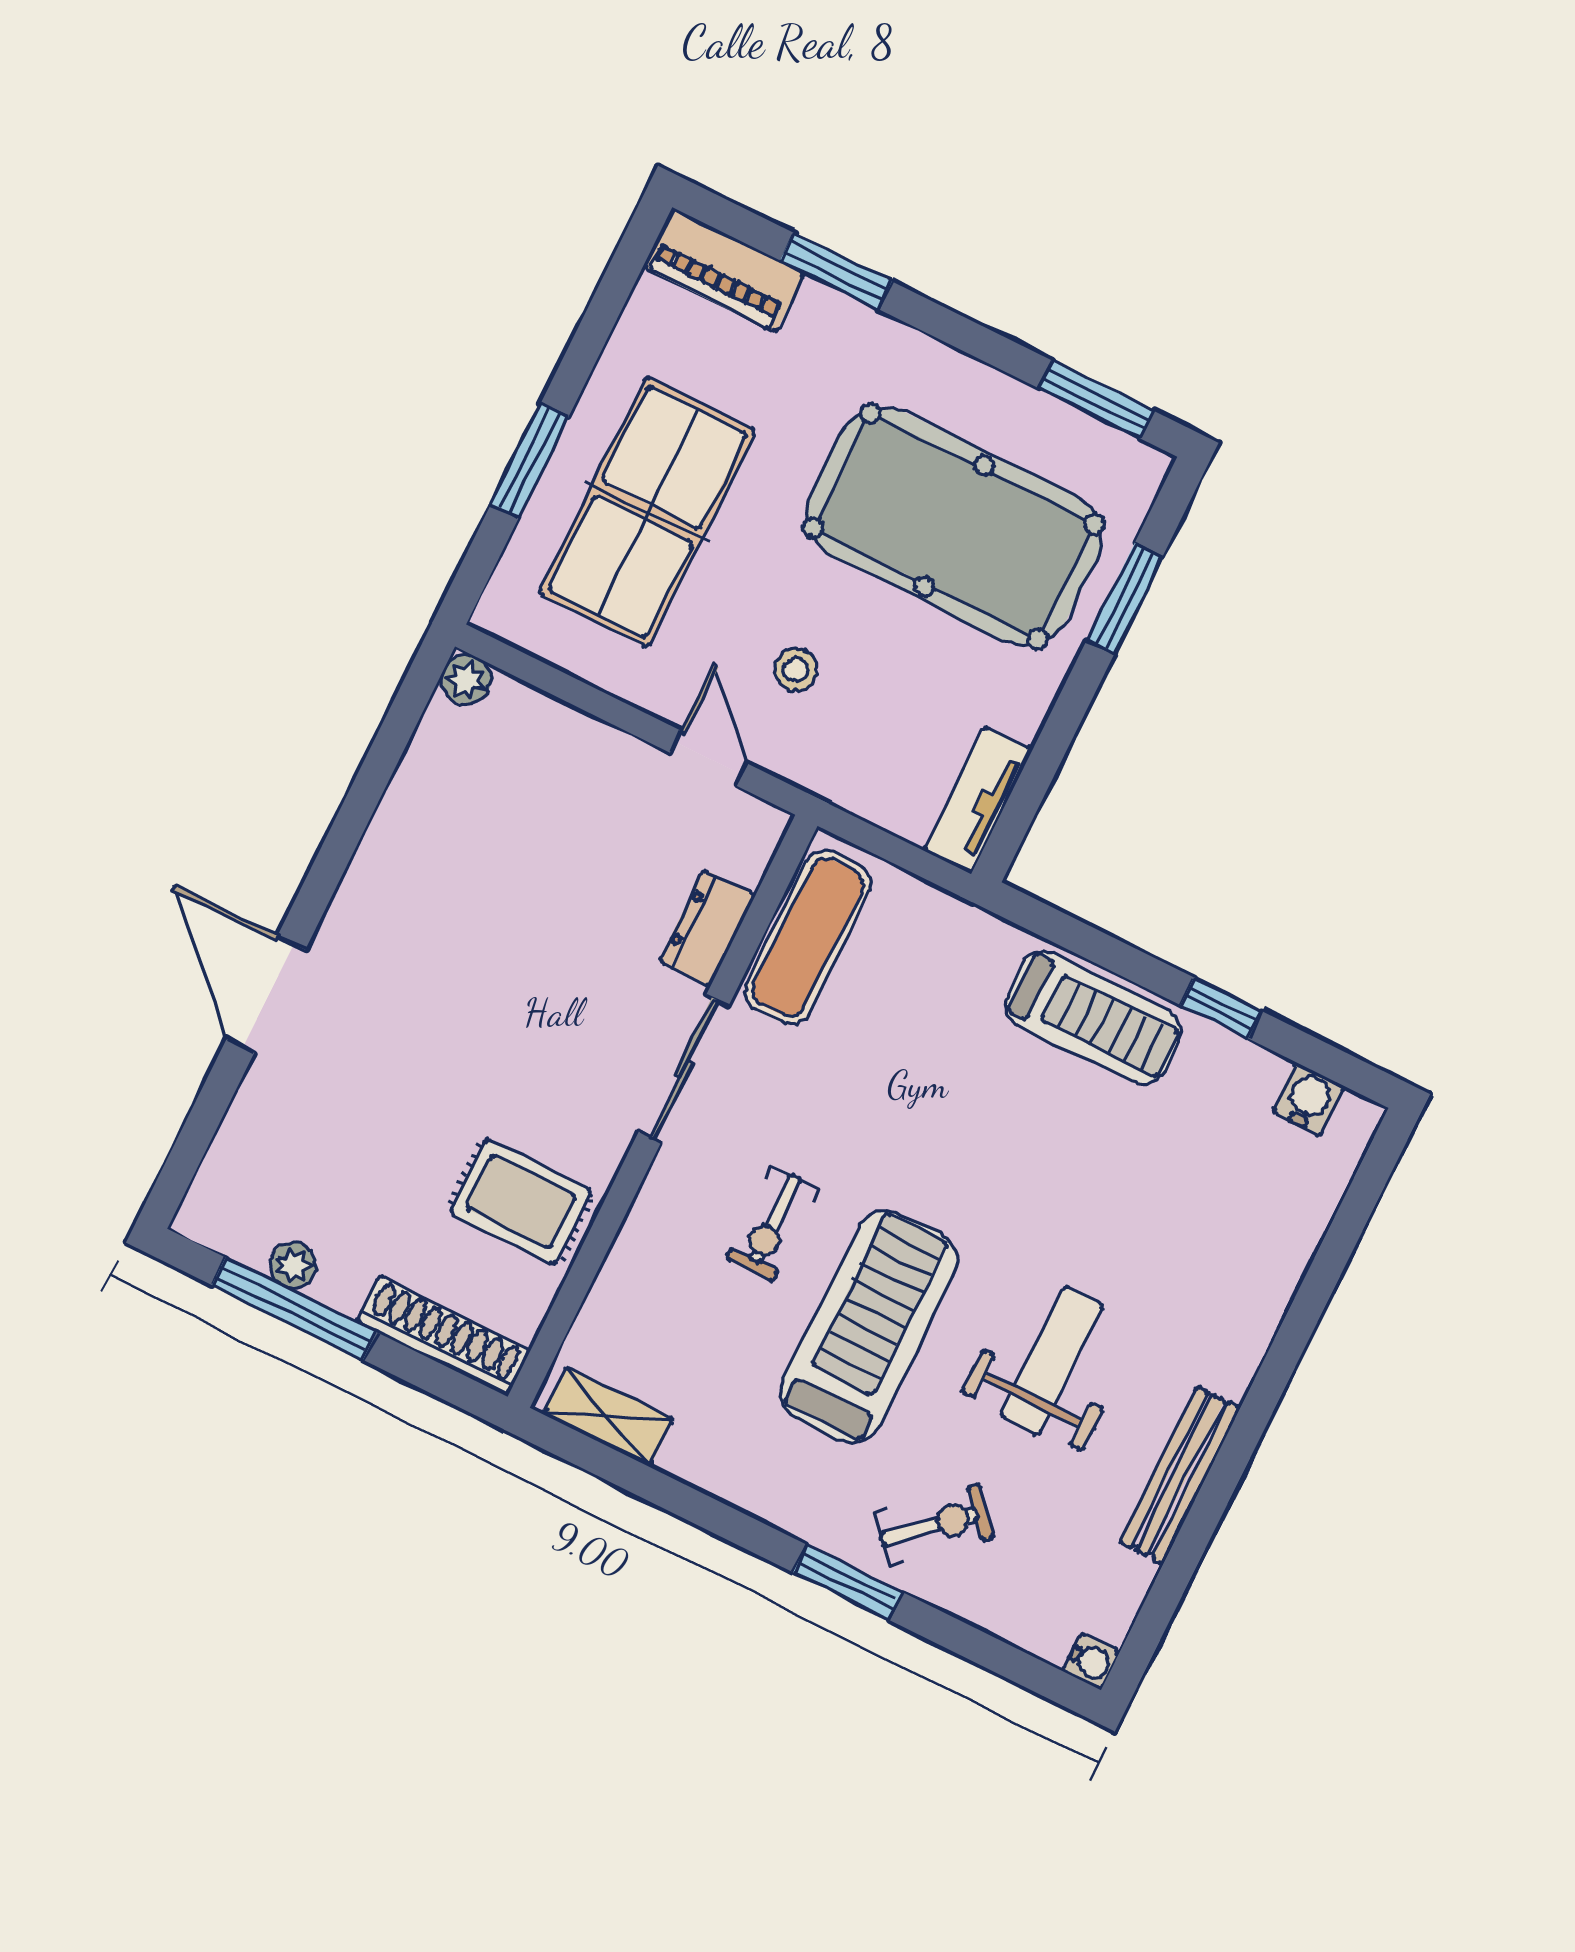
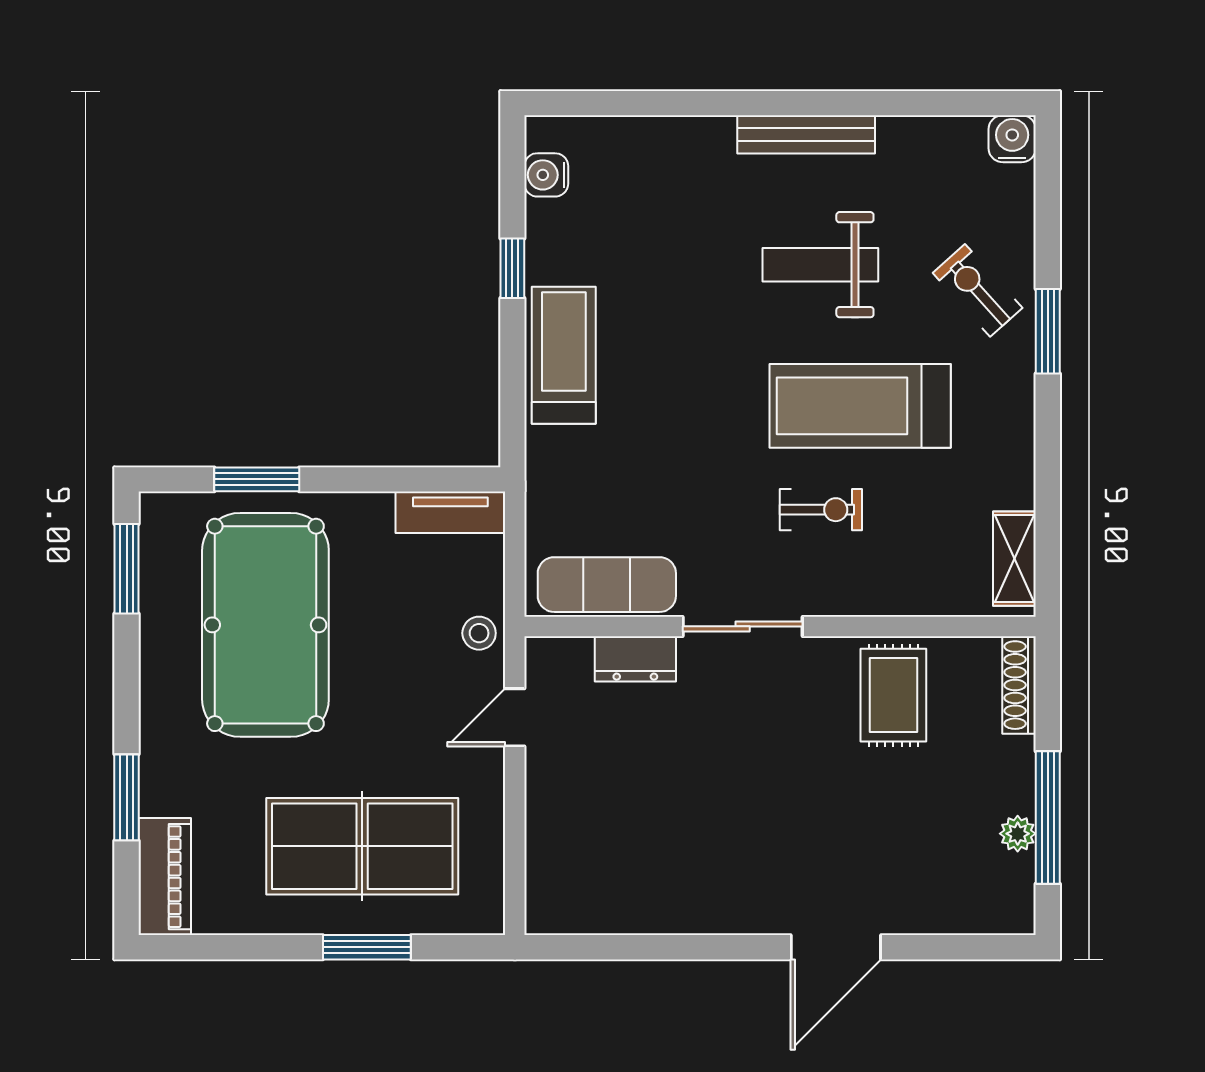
stool: (796, 669) -> (479, 633), moved
plant: (466, 680) -> (544, 916), removed
shoe rack: (443, 1336) -> (1019, 685), width x0.74, depth x0.81
bench: (1180, 1475) -> (806, 134), moved
water cooler: (1091, 1661) -> (1012, 139), width x1.38, depth x1.38

